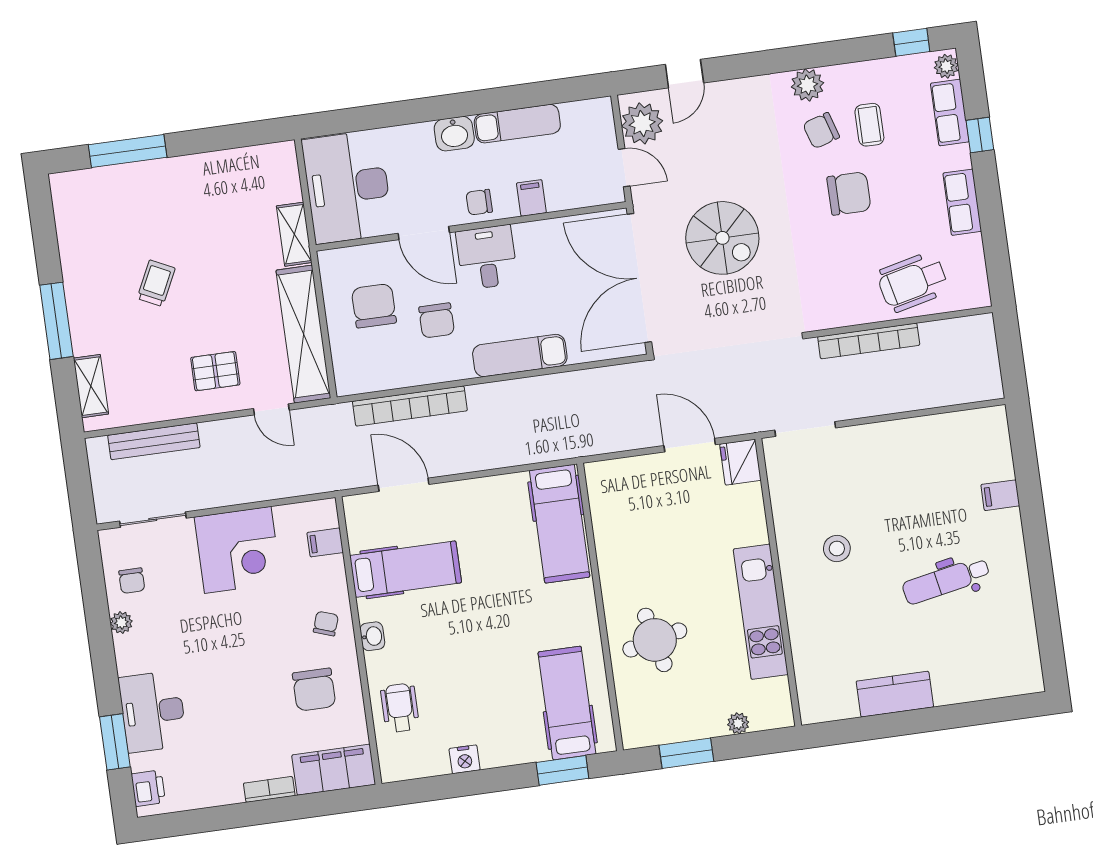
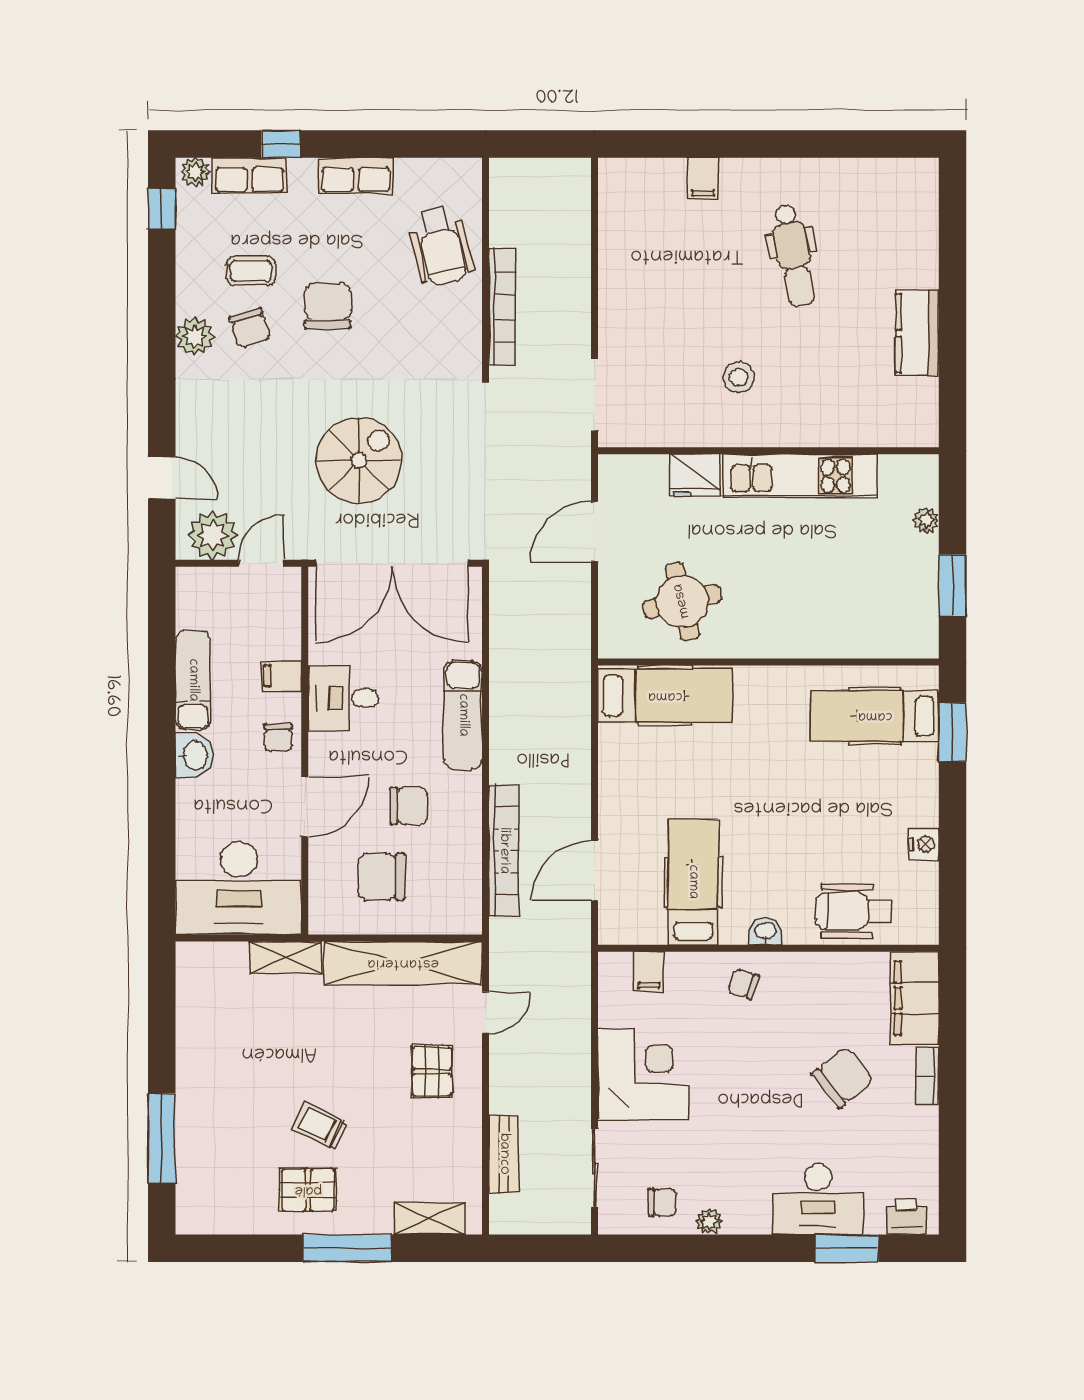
desk: (487, 257) -> (343, 698), moved
pallet: (101, 280) -> (308, 1190), added
bench: (154, 441) -> (504, 1154), width x0.73
fridge: (740, 462) -> (695, 475), moved
round table: (655, 640) -> (682, 601), moved
chair: (314, 690) -> (843, 1077), moved, turned -39
wheelchair: (400, 708) -> (853, 911), width x1.36, depth x1.37

